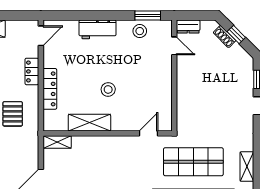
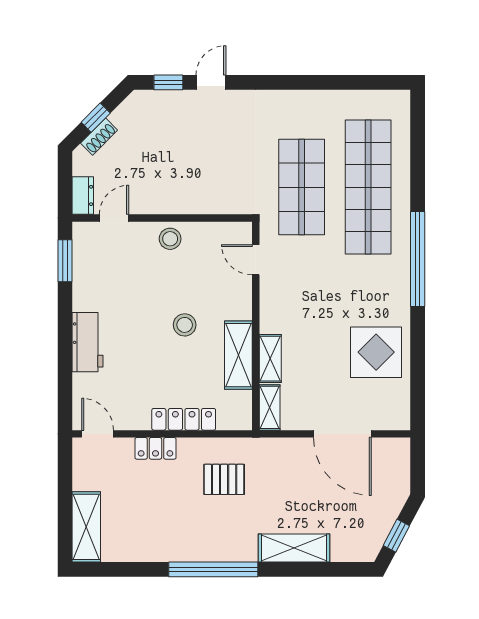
stool: (140, 31) -> (170, 239), moved
shelving: (247, 167) -> (270, 359), moved, turned 90

